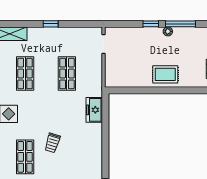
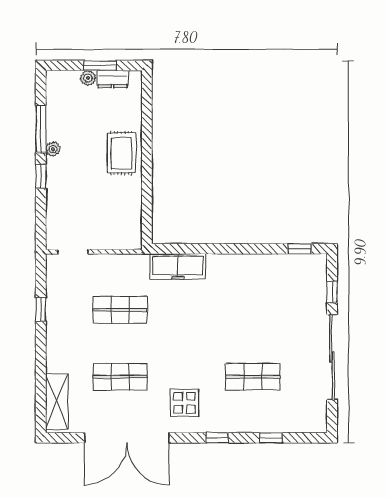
window: (51, 24) -> (41, 309), moved
freezer: (94, 110) -> (178, 266), width x1.40
trolley: (52, 143) -> (231, 333), removed

